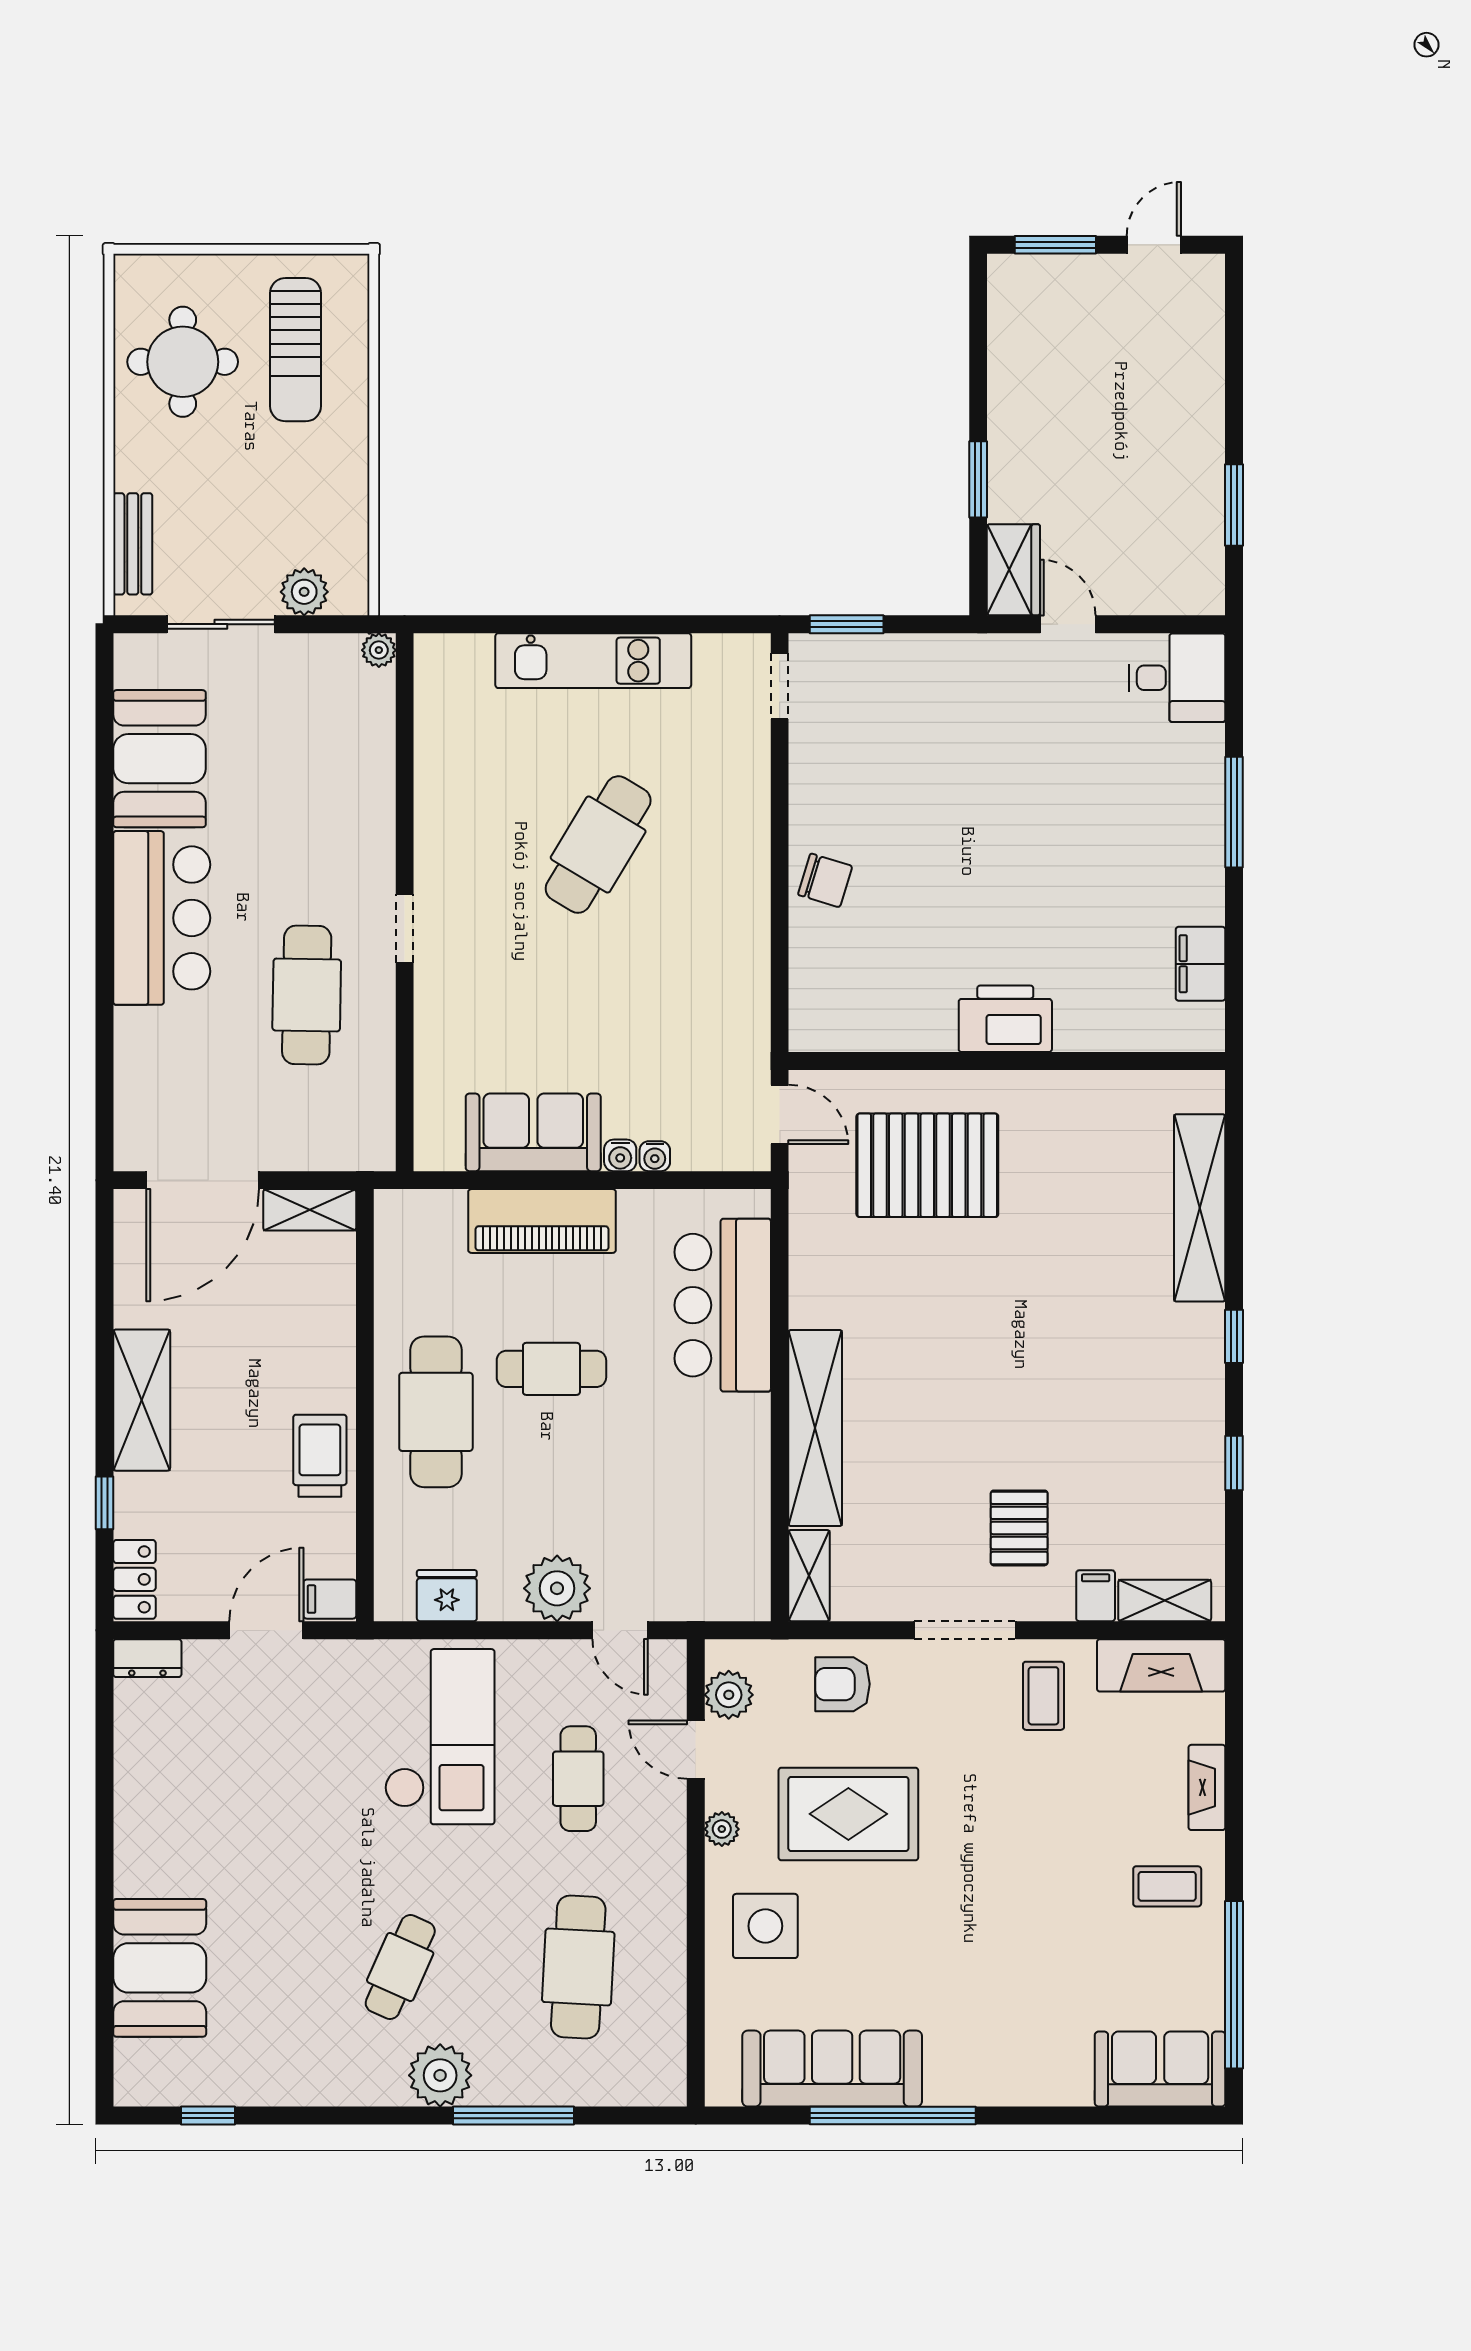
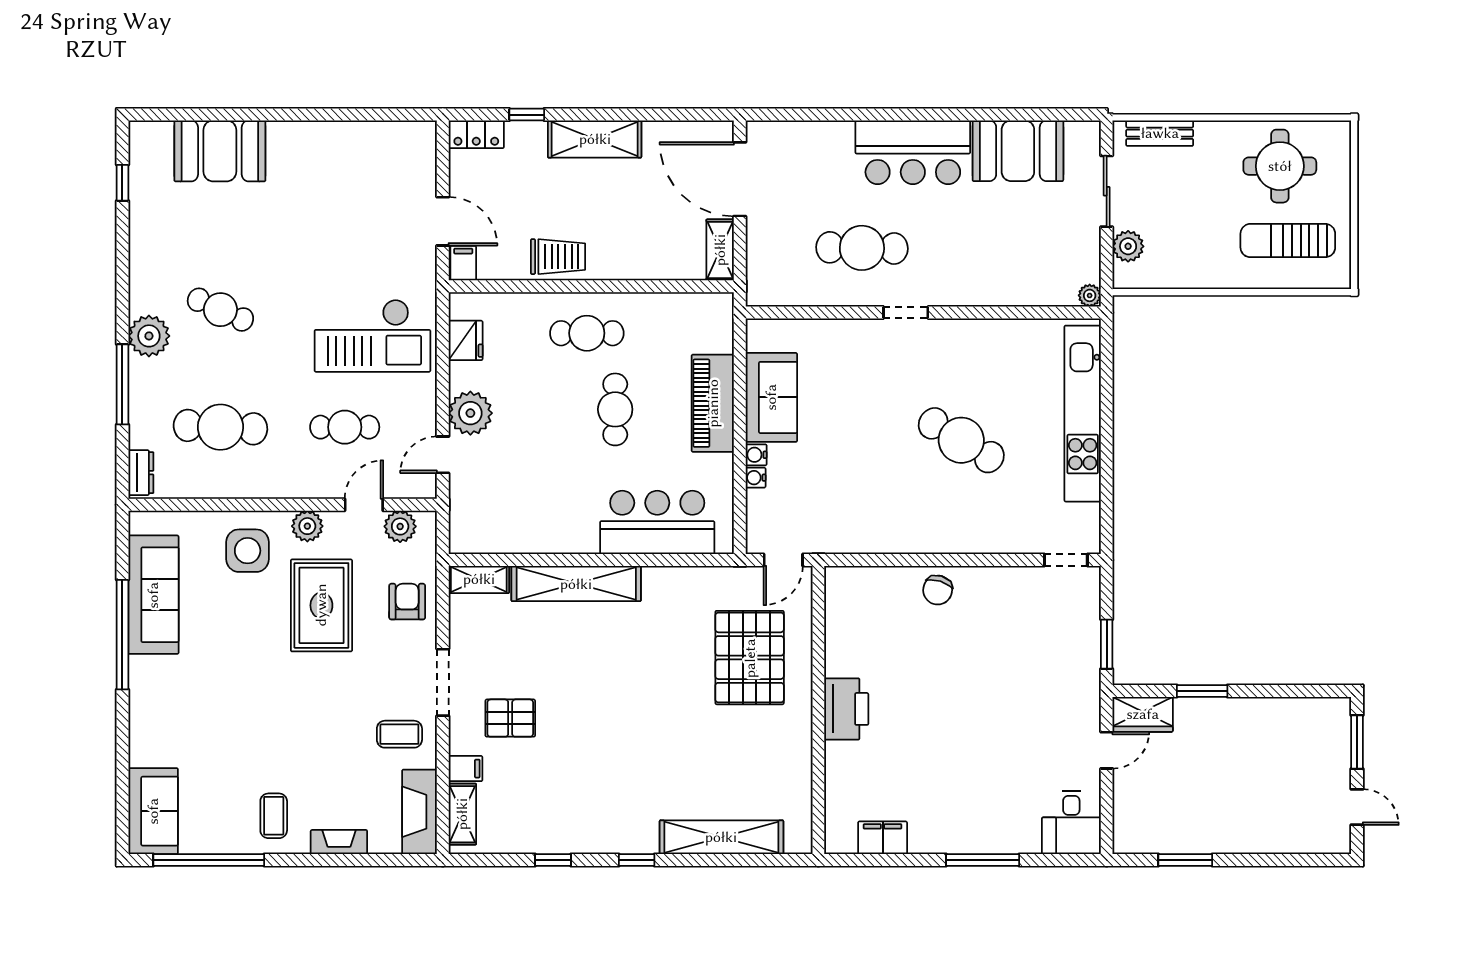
window: (847, 624) -> (1107, 644), moved
kitchen unit: (593, 661) -> (1083, 414), width x1.36
cafe table: (436, 1412) -> (587, 333), width x0.73, depth x0.74
dresser: (147, 1658) -> (141, 473), moved, turned 180
plant: (722, 1829) -> (307, 526), width x1.38, depth x1.38

